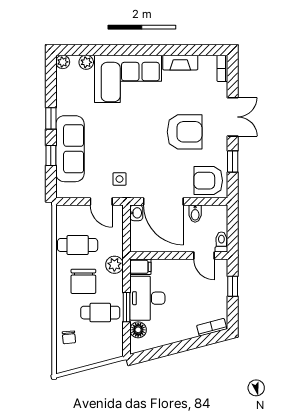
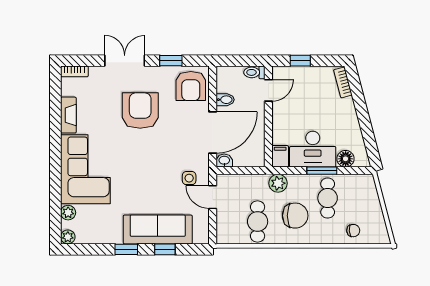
door: (101, 202) -> (213, 197), swing flipped

